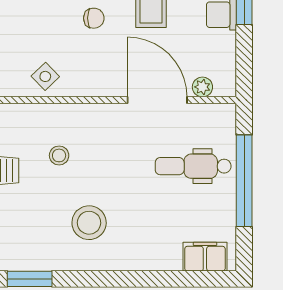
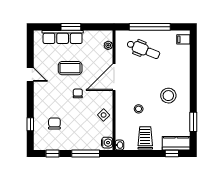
door: (157, 100) -> (114, 77), moved
dental chair: (193, 166) -> (143, 49), turned -68
filing cabinet: (205, 257) -> (183, 39), width x0.50

